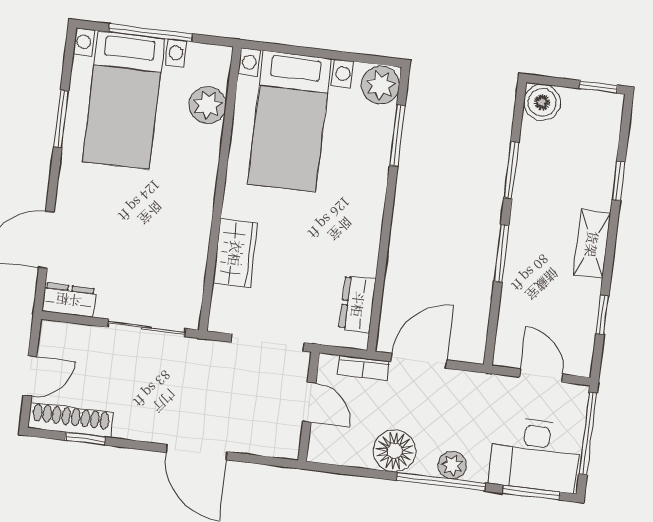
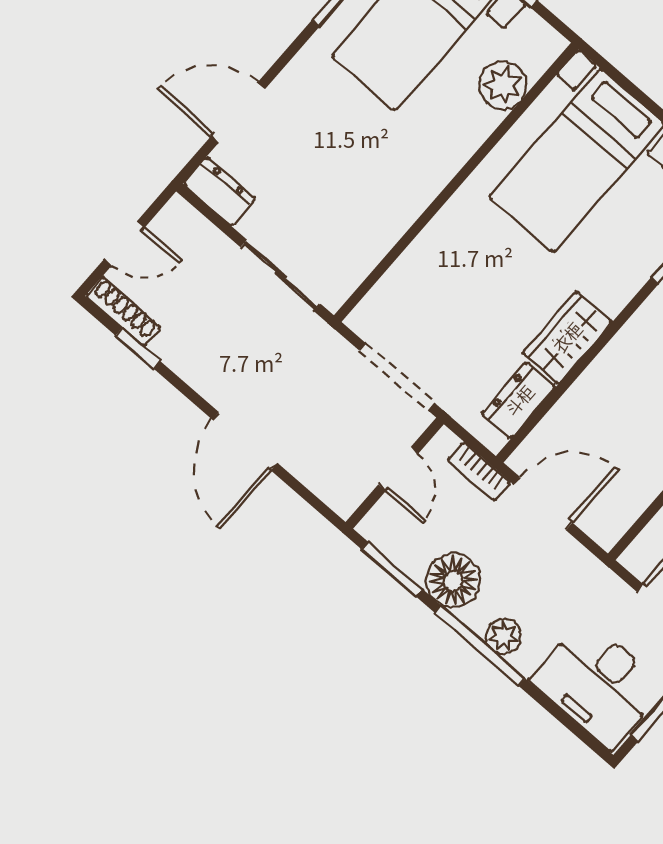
wardrobe: (235, 253) -> (567, 337), moved, turned 180
shoe rack: (71, 420) -> (123, 311), width x0.74, depth x0.81
window: (531, 493) -> (392, 569), moved

